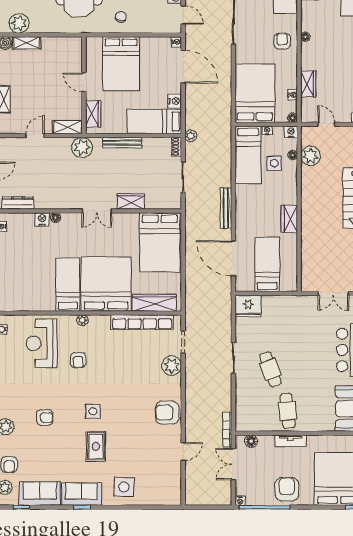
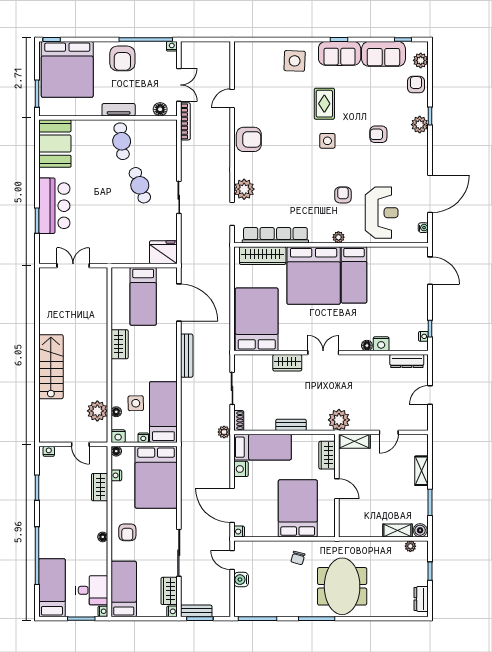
plant: (19, 23) -> (410, 546), width x0.53, depth x0.53
bench: (122, 143) -> (291, 425), width x0.73

